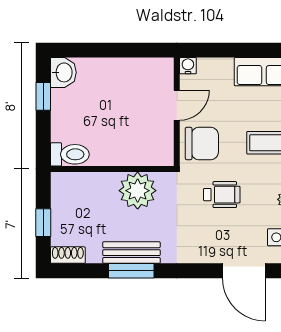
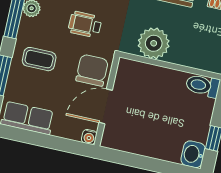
door: (177, 105) -> (106, 106), width x1.38
chair: (202, 144) -> (92, 70), turned 90

